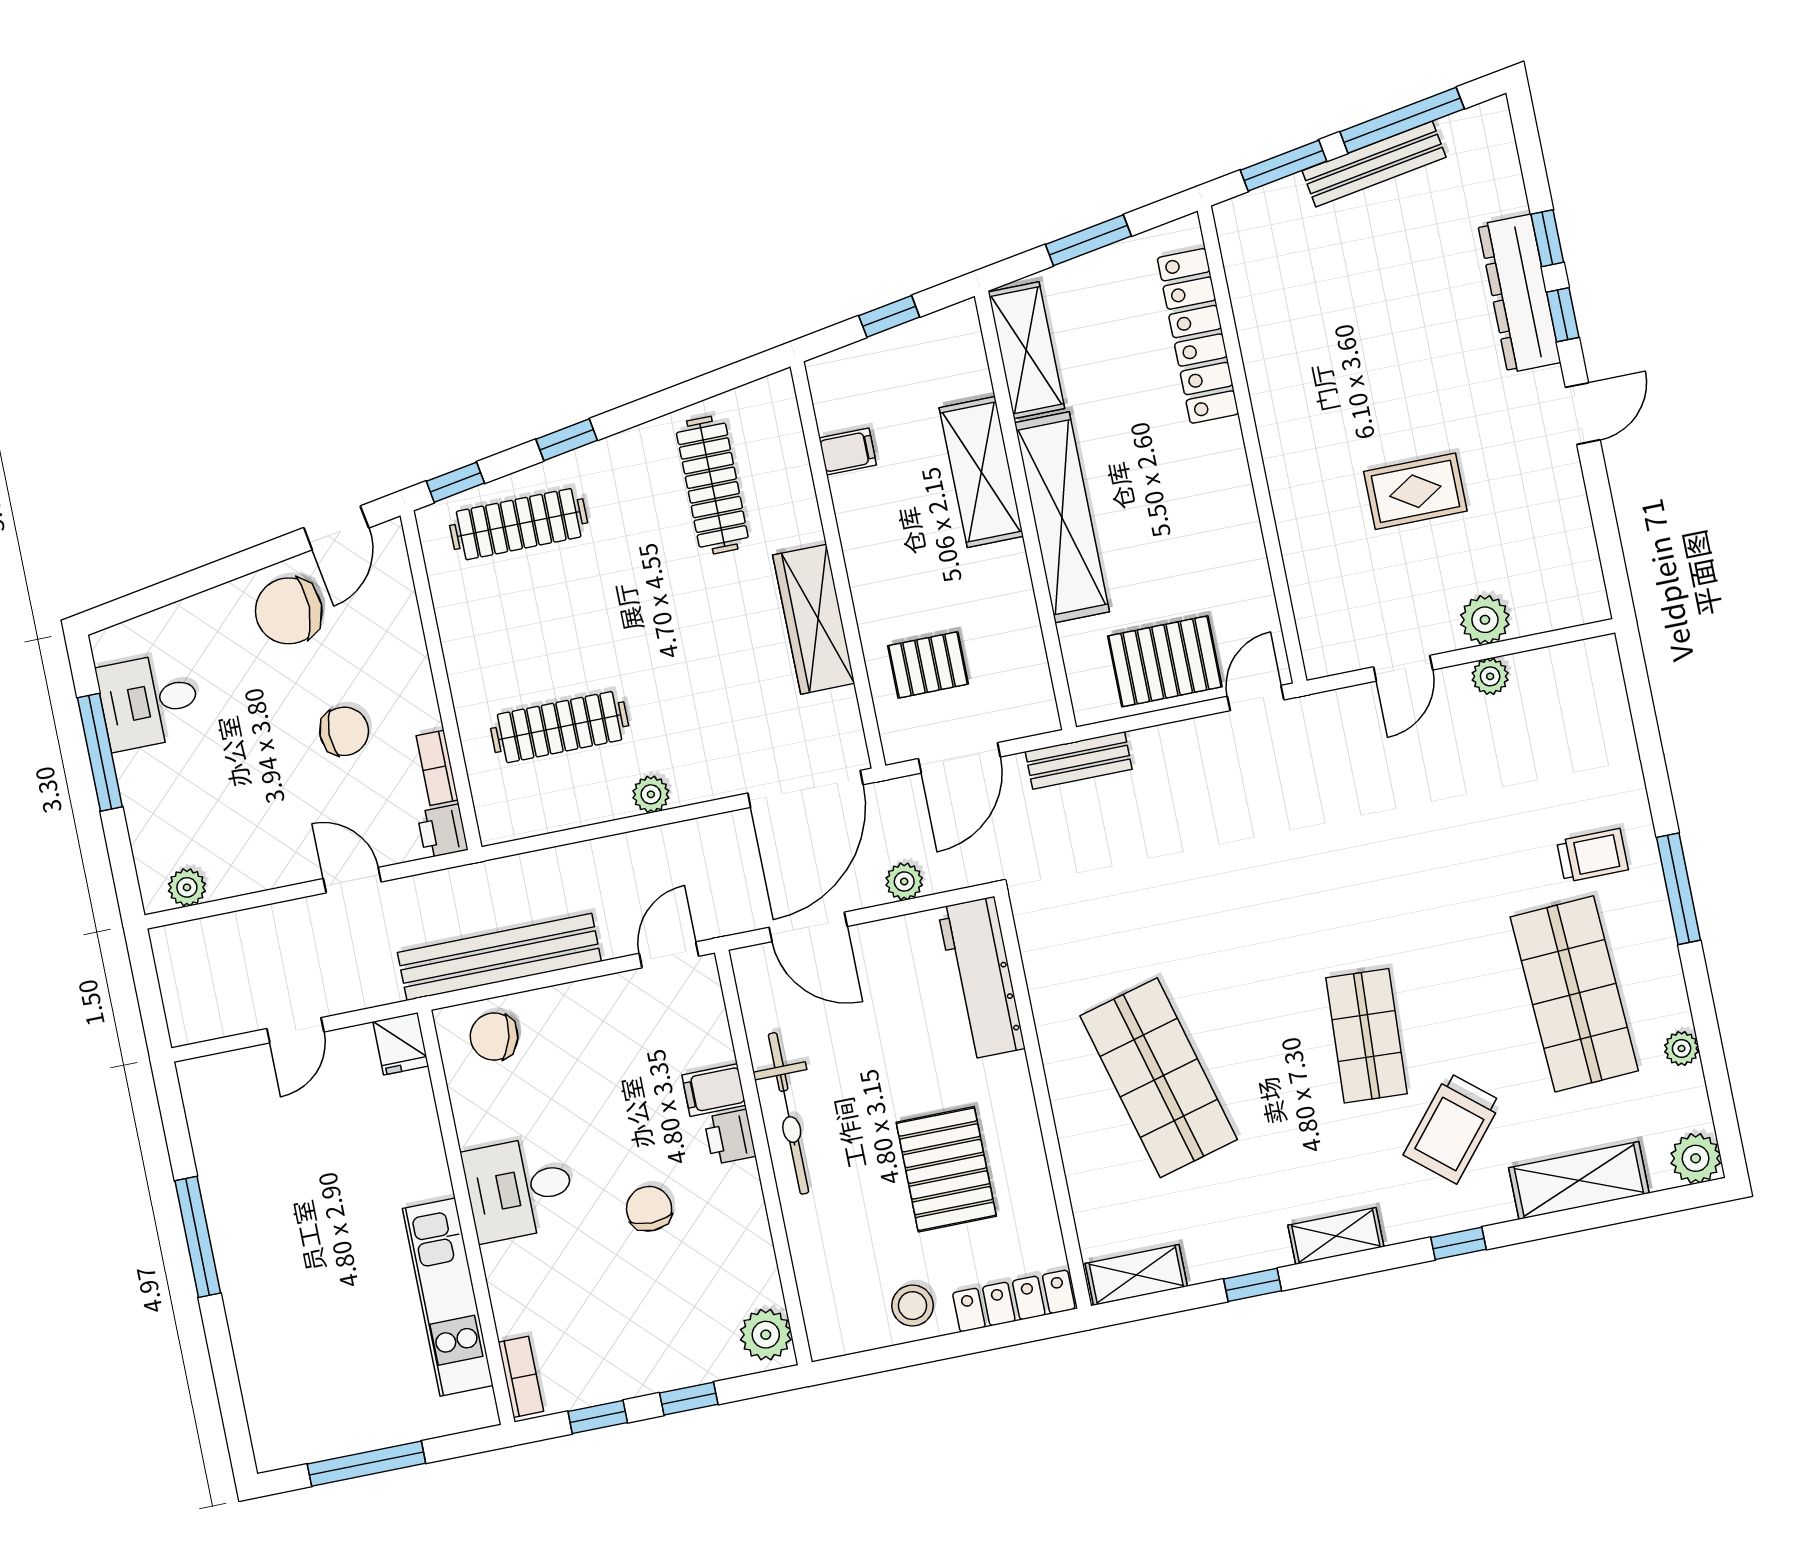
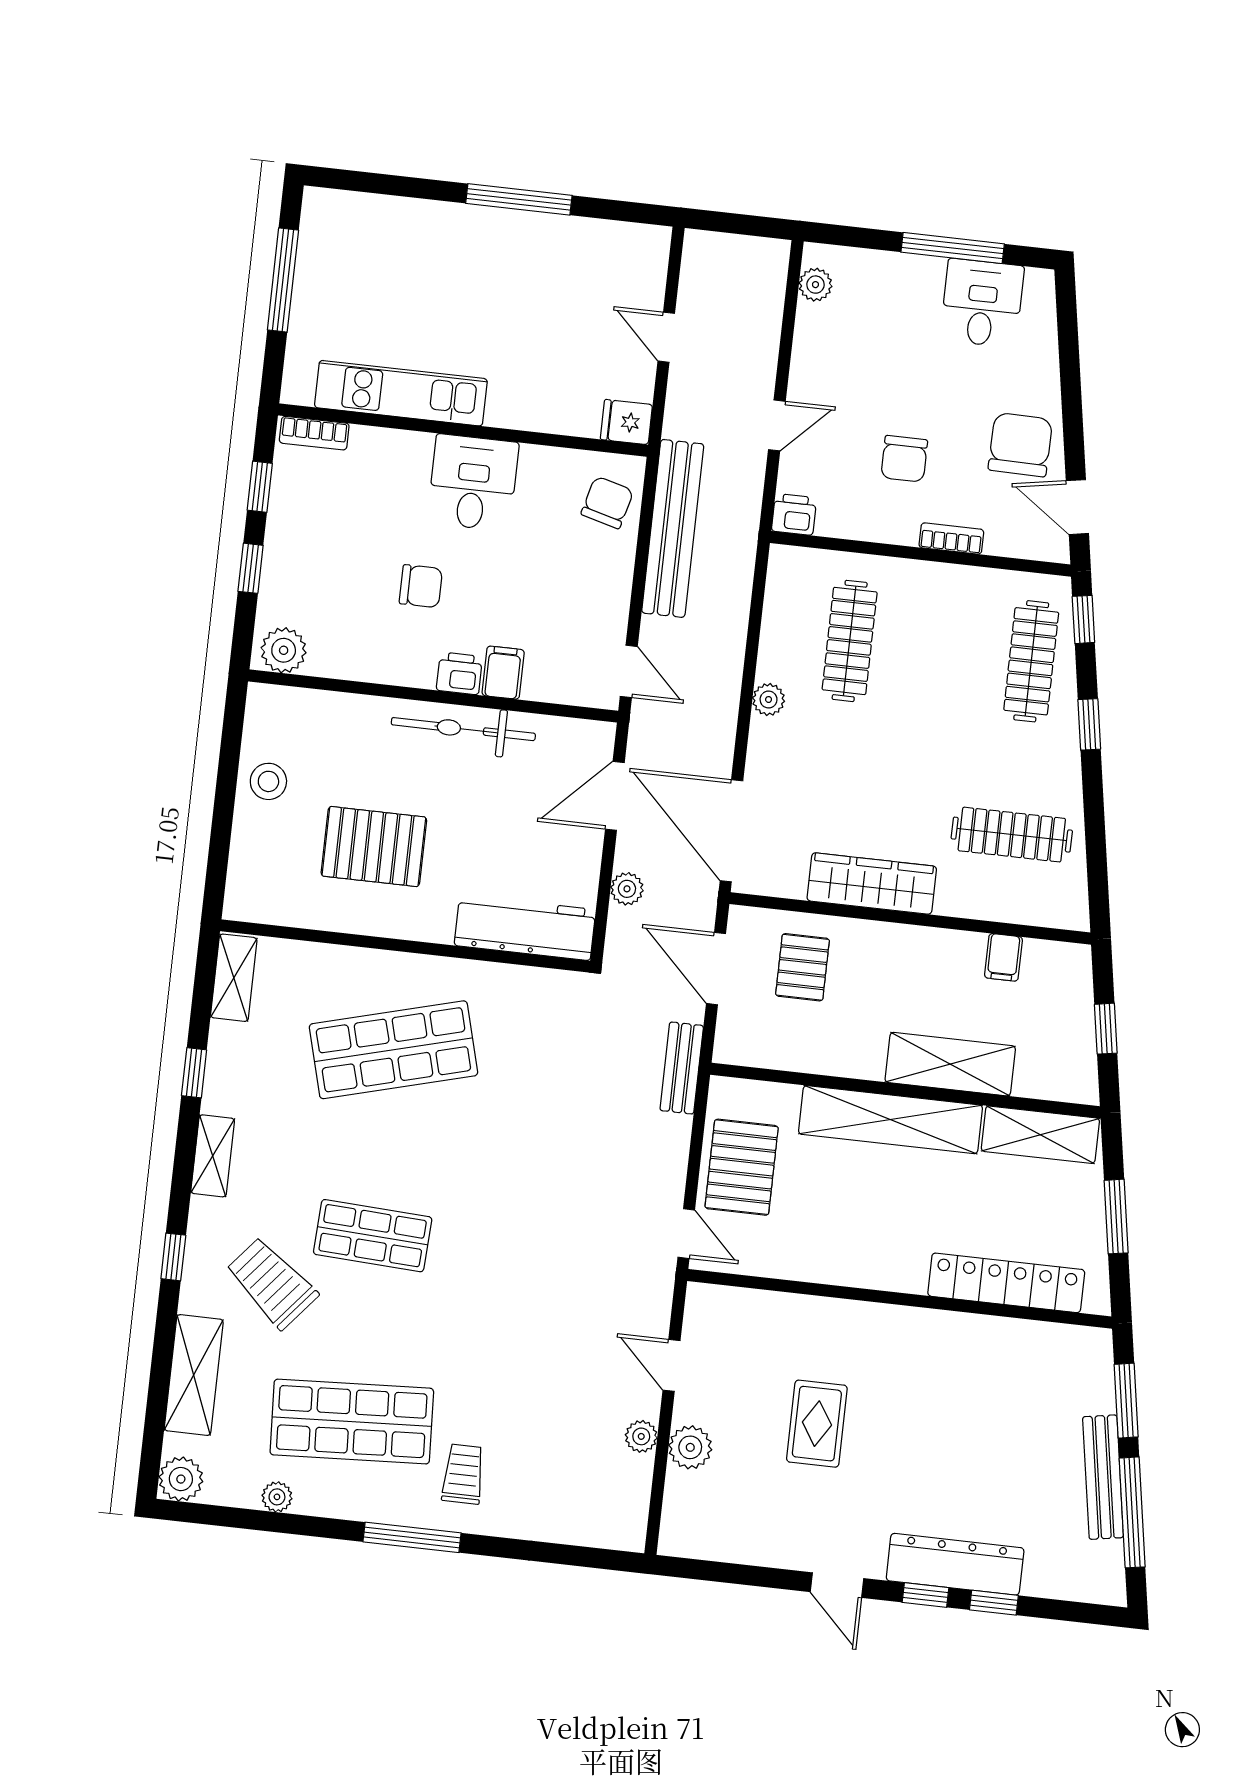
bookcase: (437, 768) -> (951, 539), moved
trolley: (1592, 855) -> (463, 1474), turned 180
locker: (1014, 1301) -> (245, 868), removed

